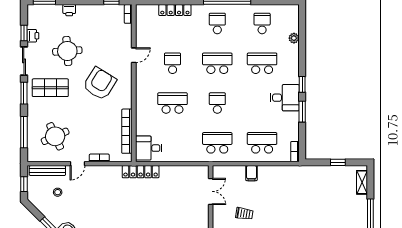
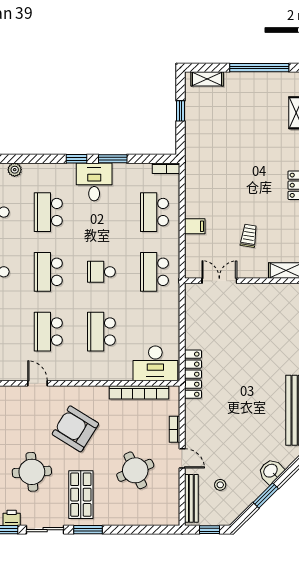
school desk: (173, 63) -> (48, 332), width x1.85
window: (24, 132) -> (140, 530), removed
round table: (55, 136) -> (135, 470), moved
desk: (149, 148) -> (155, 363), width x1.37

